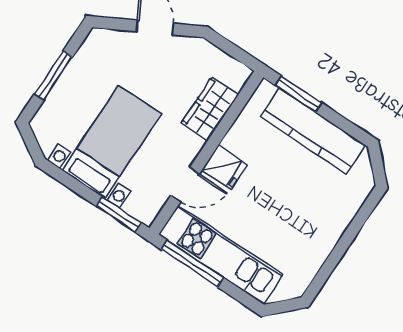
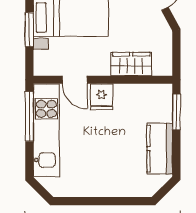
kitchen counter: (313, 131) -> (160, 149), width x0.67
window: (119, 215) -> (29, 30), moved

